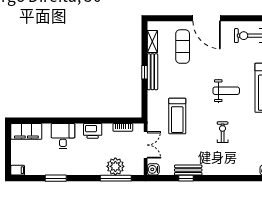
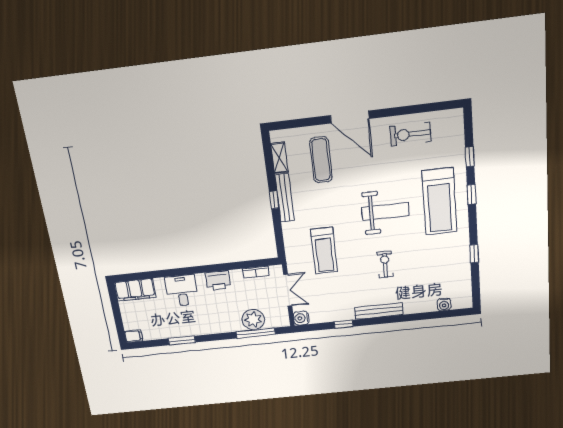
weight bench: (226, 91) -> (385, 211), width x1.36, depth x1.33
bench: (188, 170) -> (379, 311), moved, width x1.36

